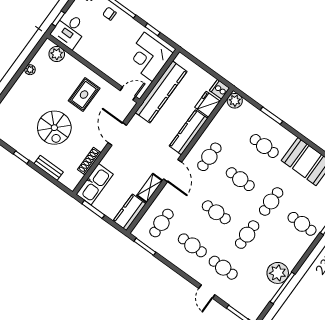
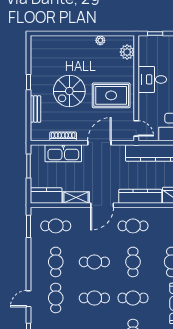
desk: (69, 30) -> (152, 79), moved
rug: (84, 95) -> (111, 95), width x1.36, depth x1.43
kitchen sink: (95, 184) -> (63, 153), moved
cafe table: (216, 212) -> (94, 262), turned 90

